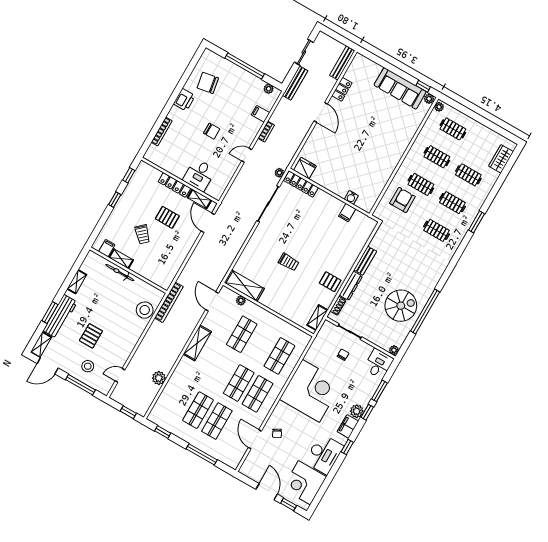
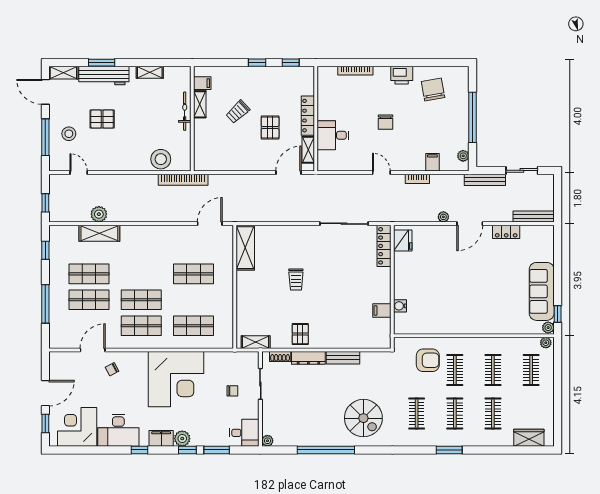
plant: (279, 173) -> (443, 217), moved
plant: (241, 301) -> (228, 253), removed
spiral stairs: (401, 306) -> (363, 418), moved
shelving: (197, 343) -> (99, 233), moved

